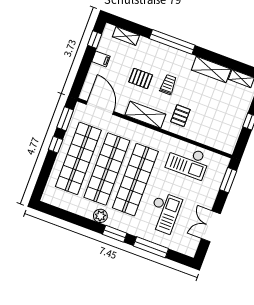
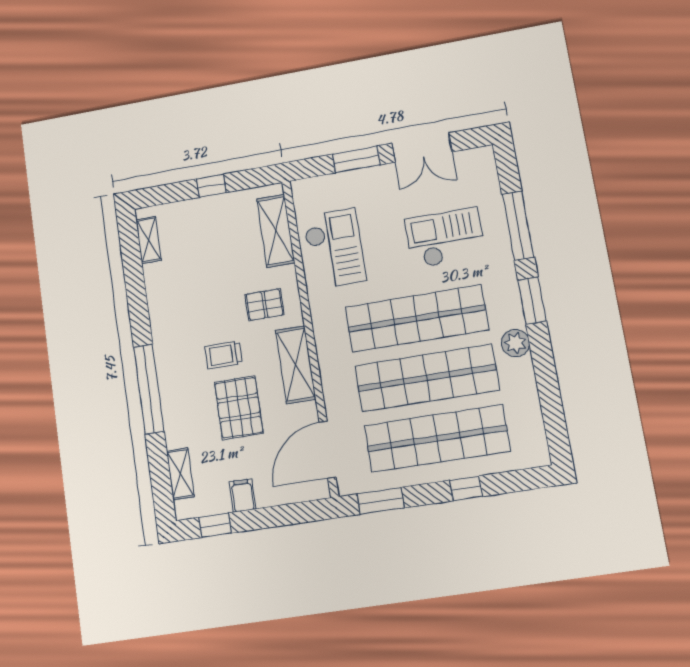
shelving: (211, 70) -> (276, 231), moved
pallet: (141, 78) -> (239, 408), width x1.50, depth x1.42
window: (56, 145) -> (466, 488), moved
window: (228, 180) -> (356, 159), moved

